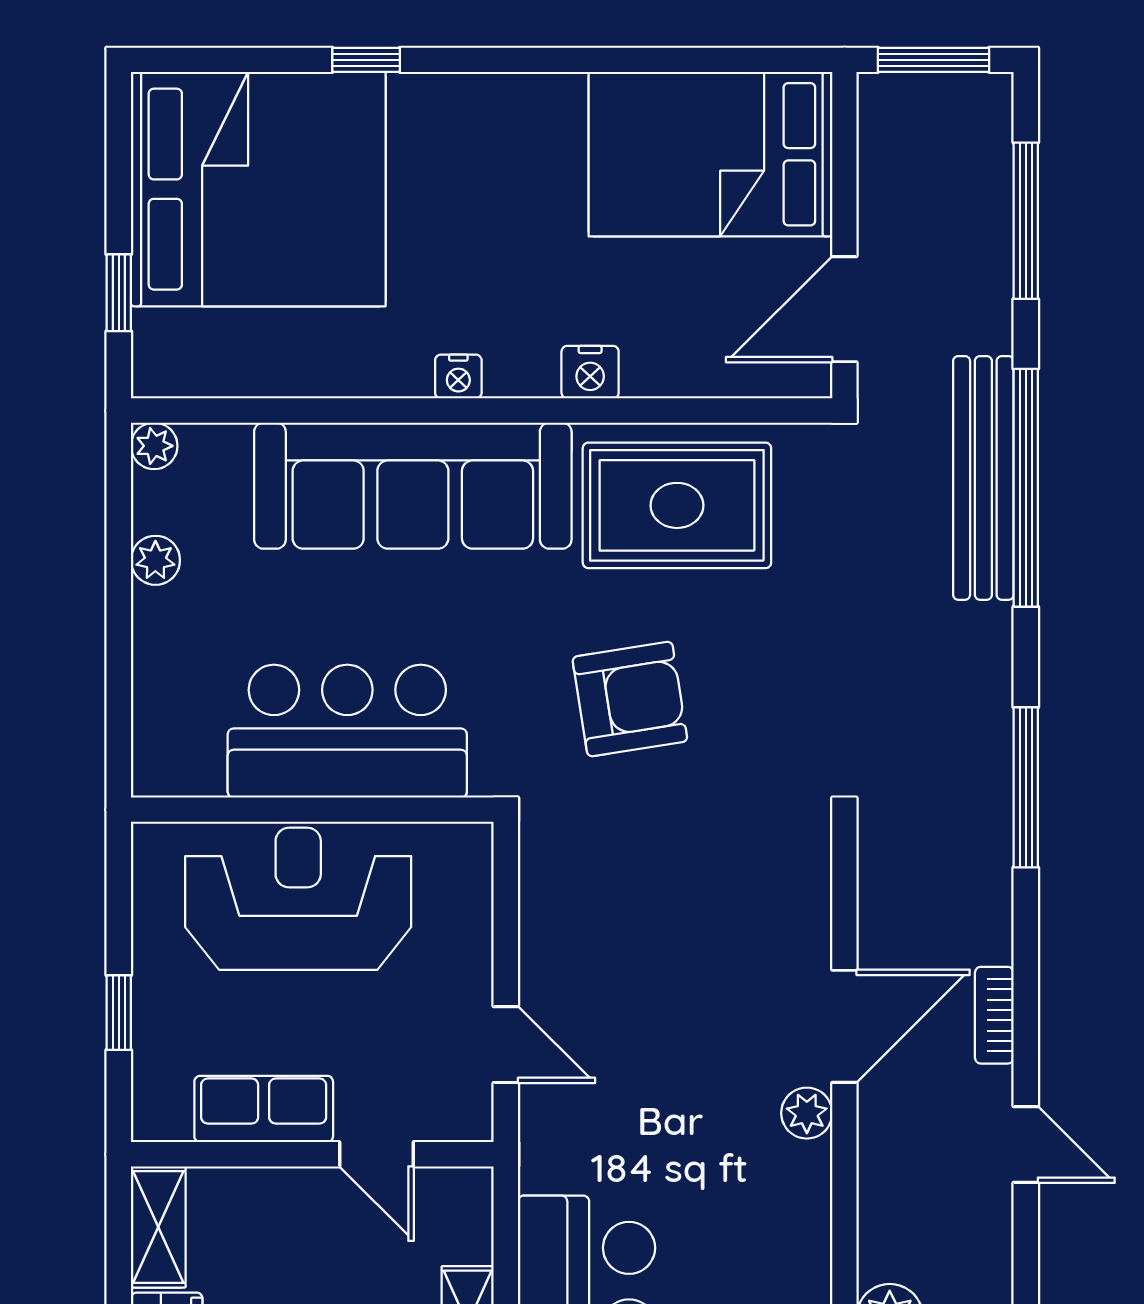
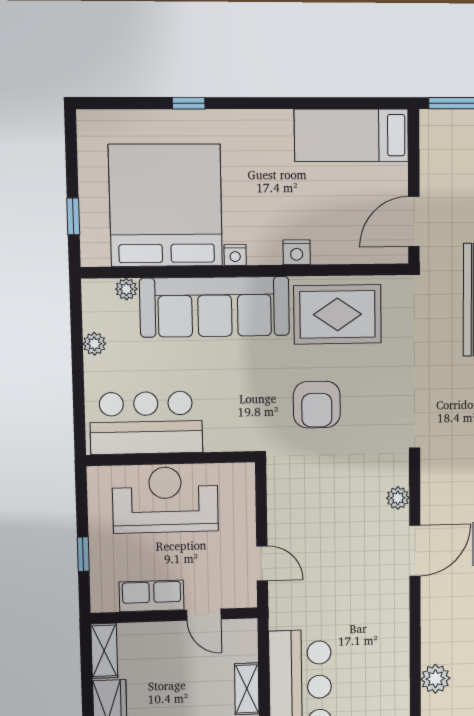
bed: (710, 154) -> (351, 135), width x0.67
bed: (258, 189) -> (166, 205), moved, turned -90
plant: (154, 446) -> (126, 289), moved
armchair: (630, 699) -> (317, 405), turned 99
bar counter: (347, 731) -> (146, 423), moved
plant: (807, 1113) -> (398, 498), moved

